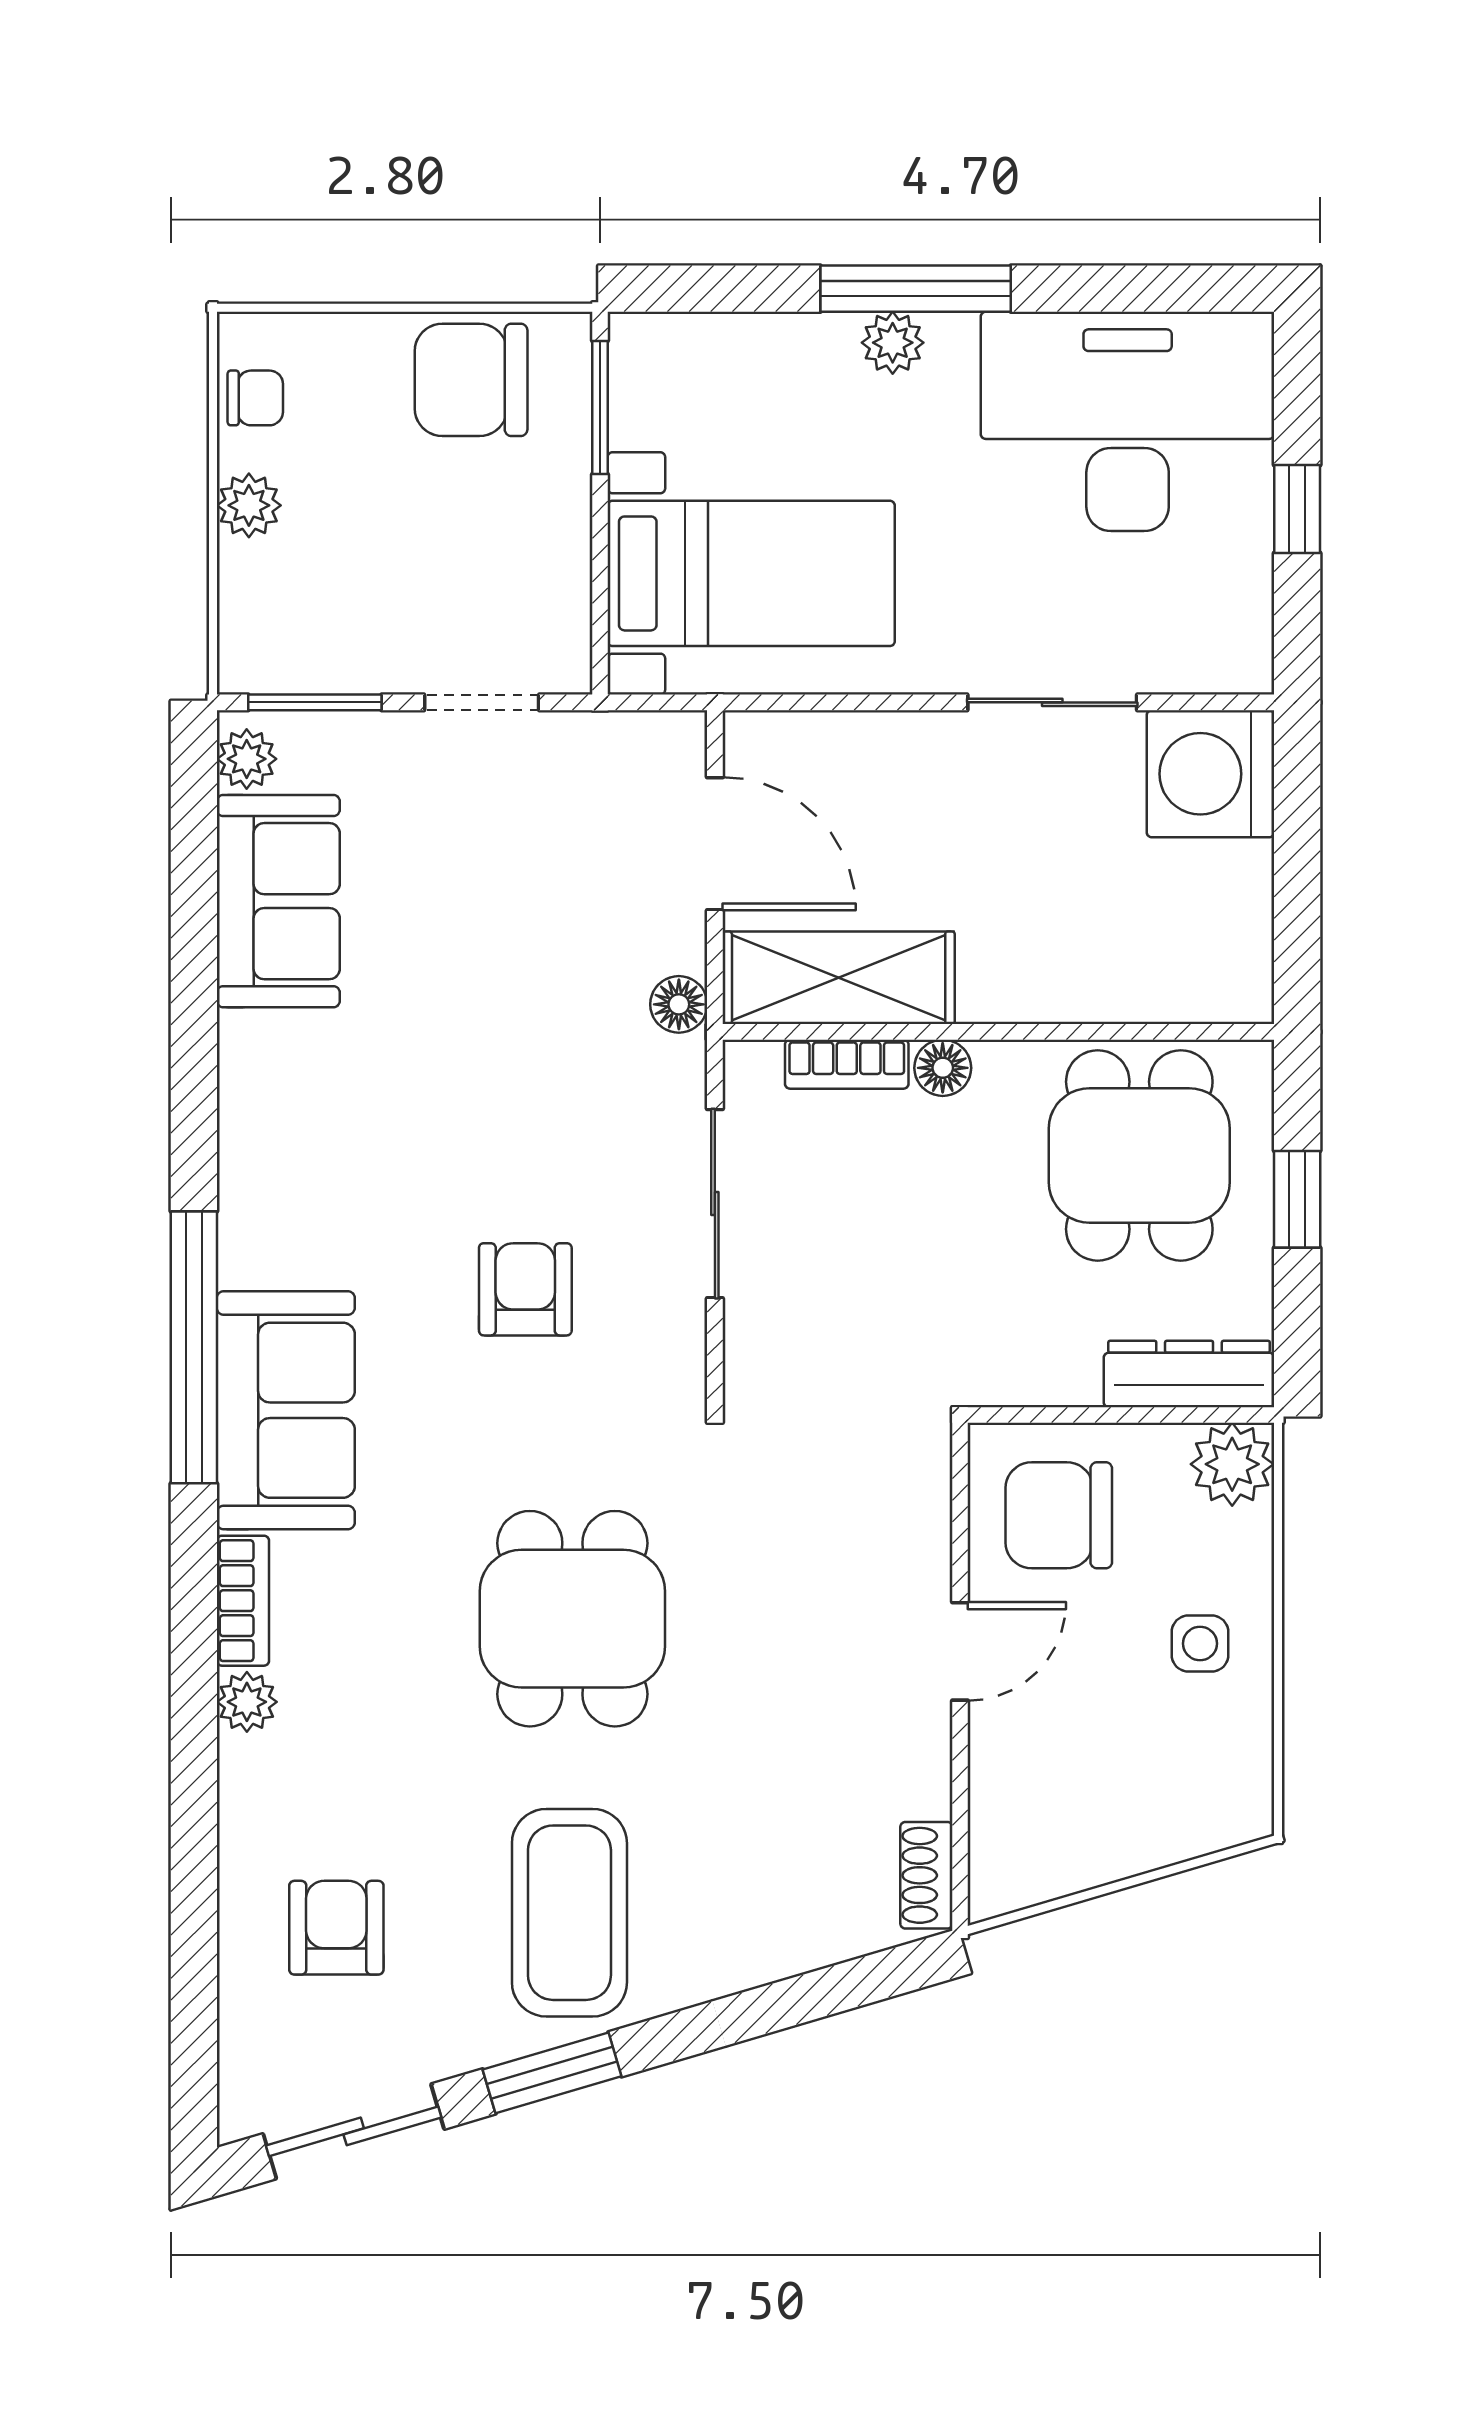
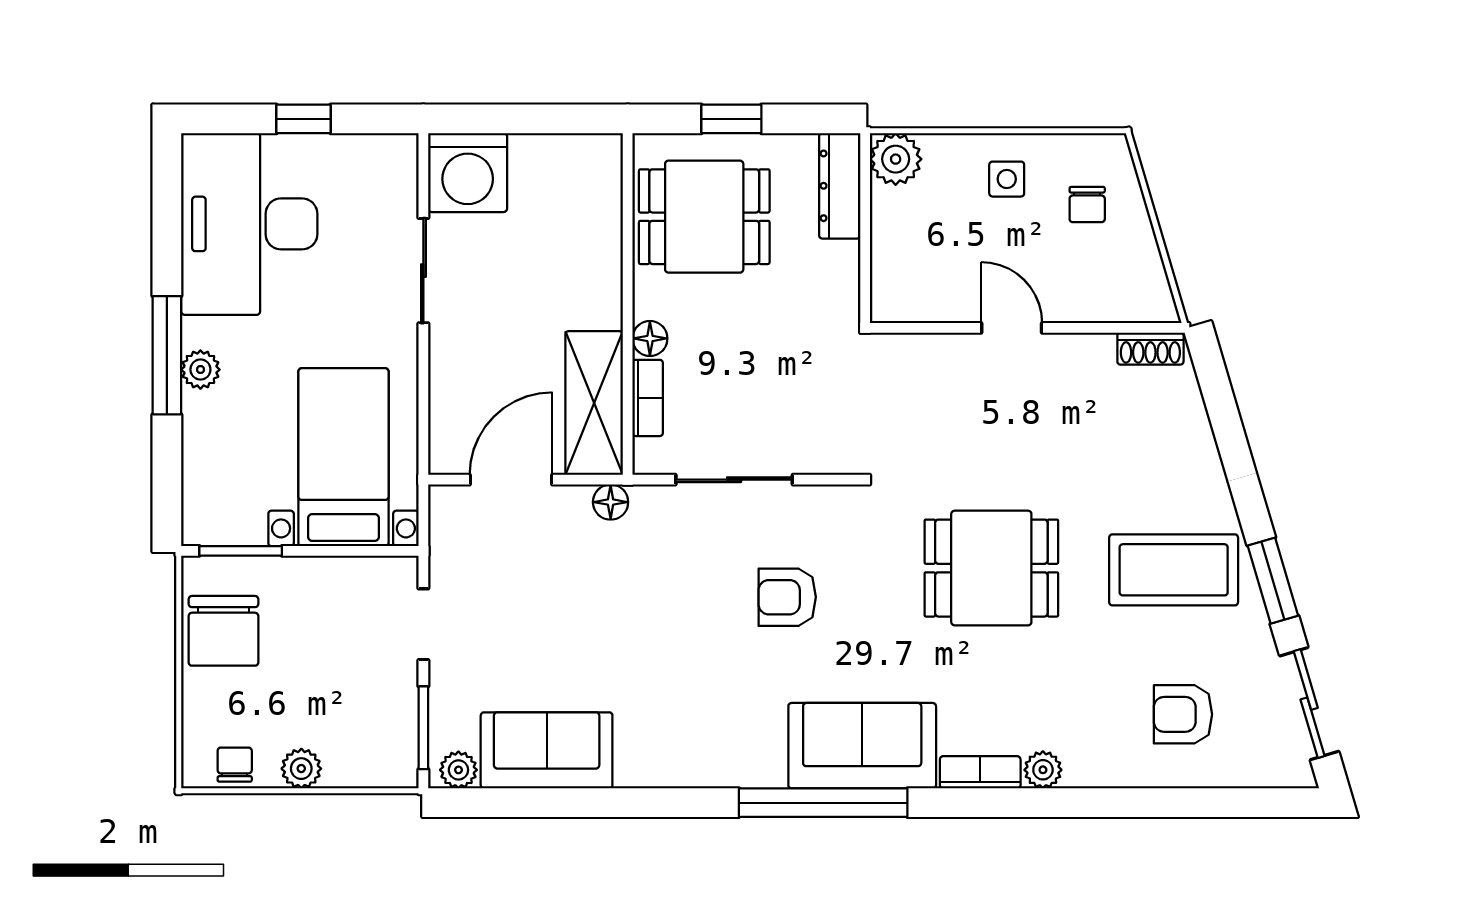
chair: (1059, 1515) -> (1087, 205), moved, width x0.54, depth x0.54

